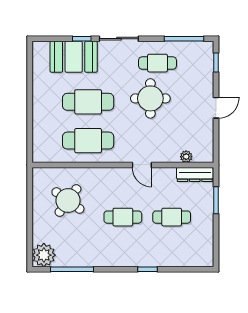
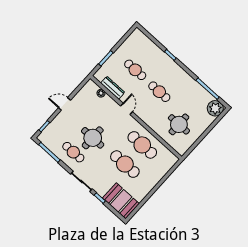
booth: (74, 57) -> (121, 201), moved
dresser: (195, 174) -> (113, 88), moved
round table: (68, 200) -> (179, 124), turned -36

